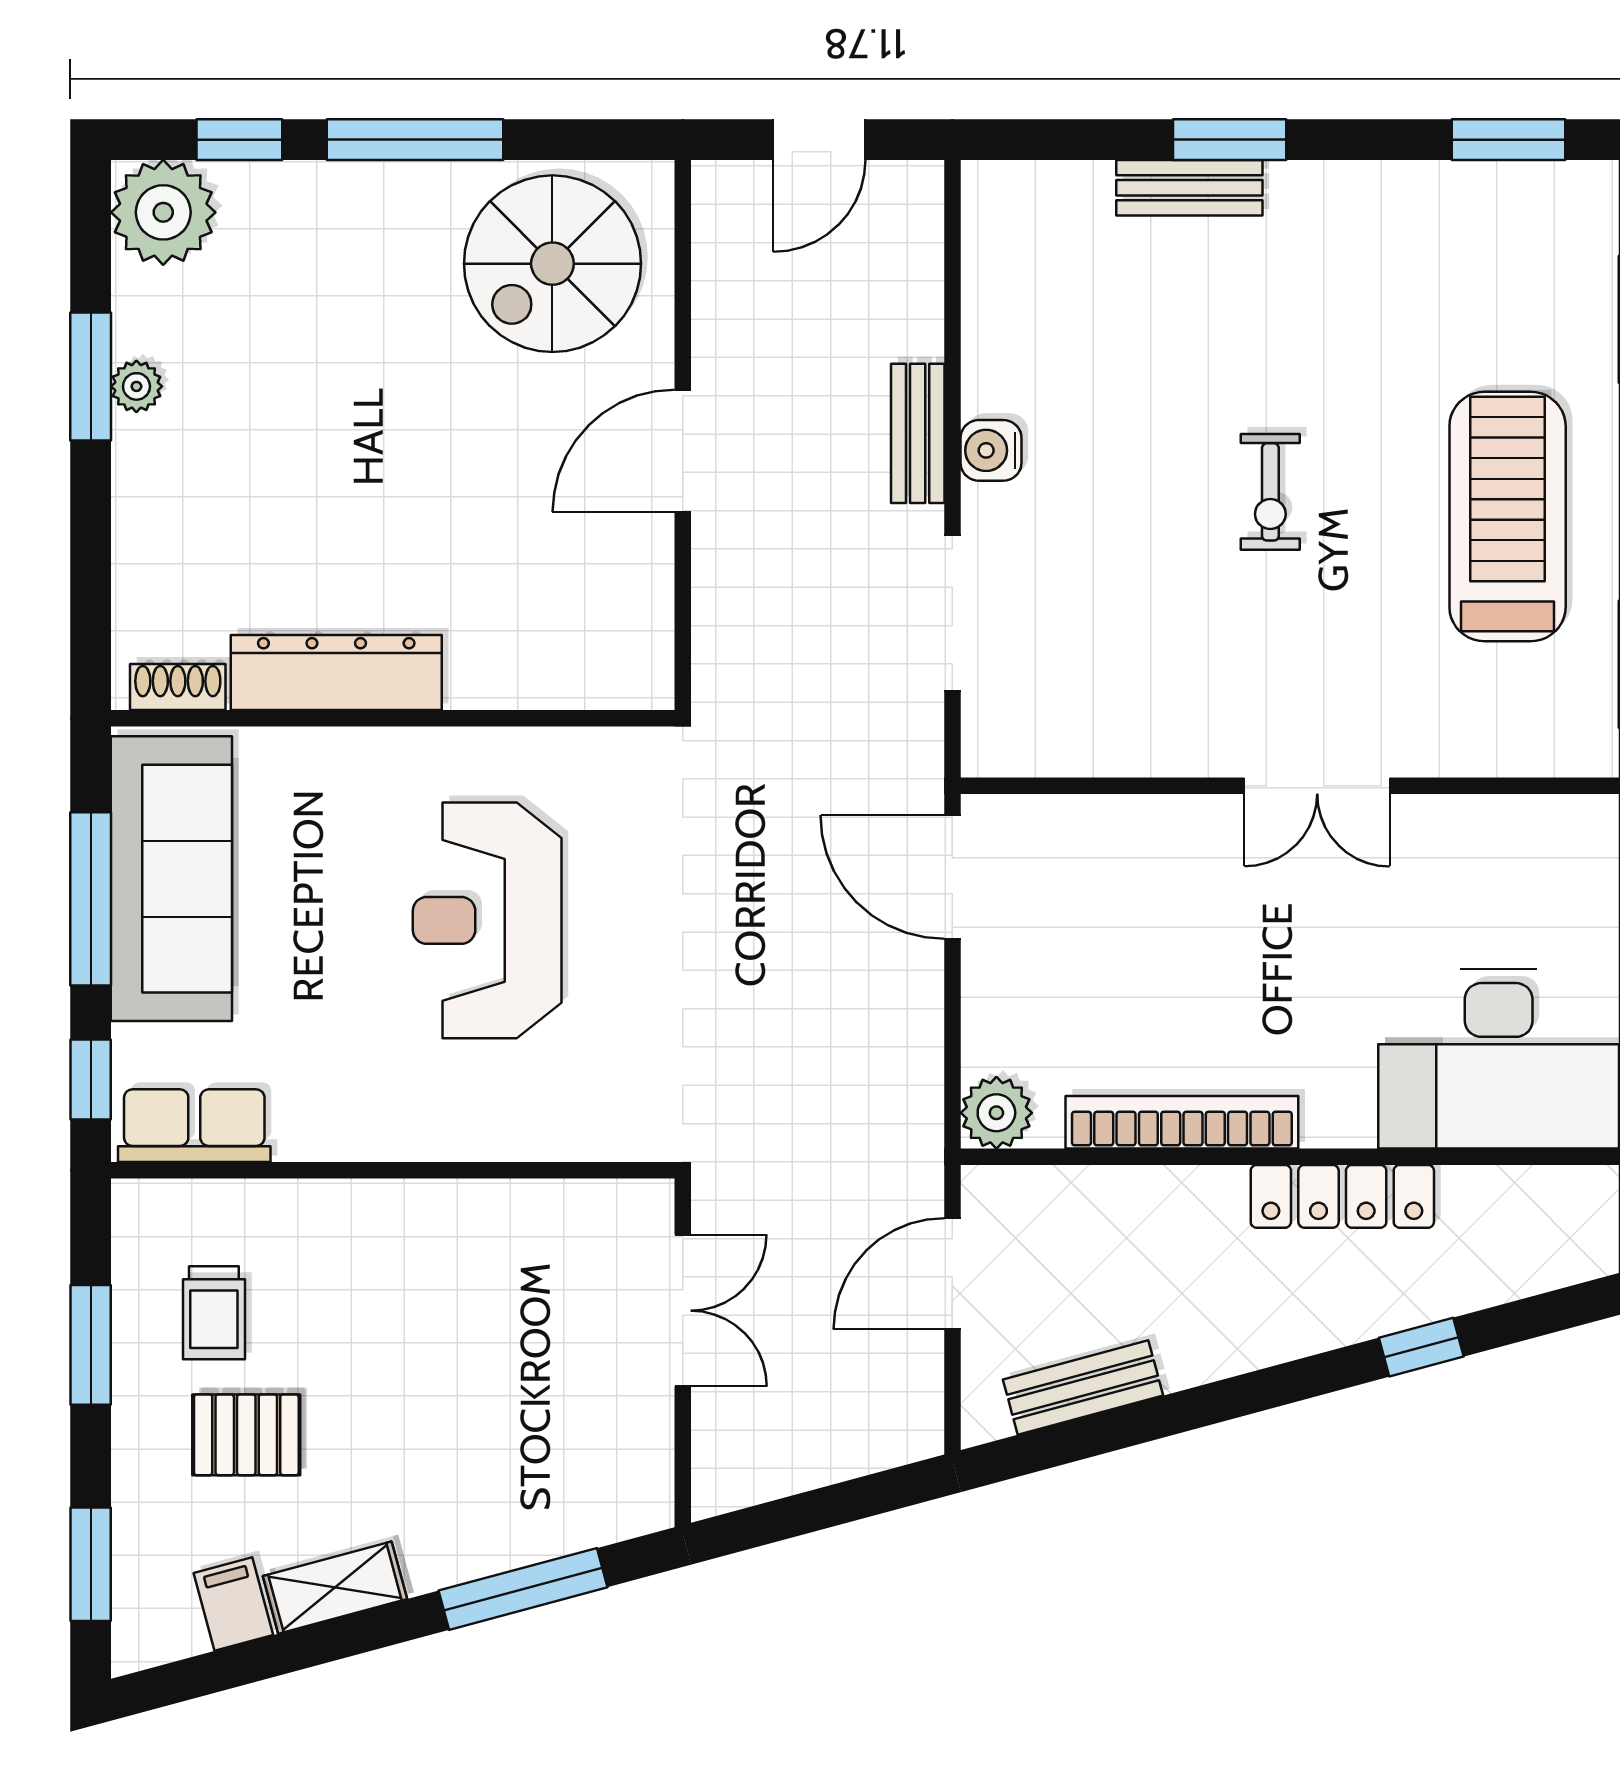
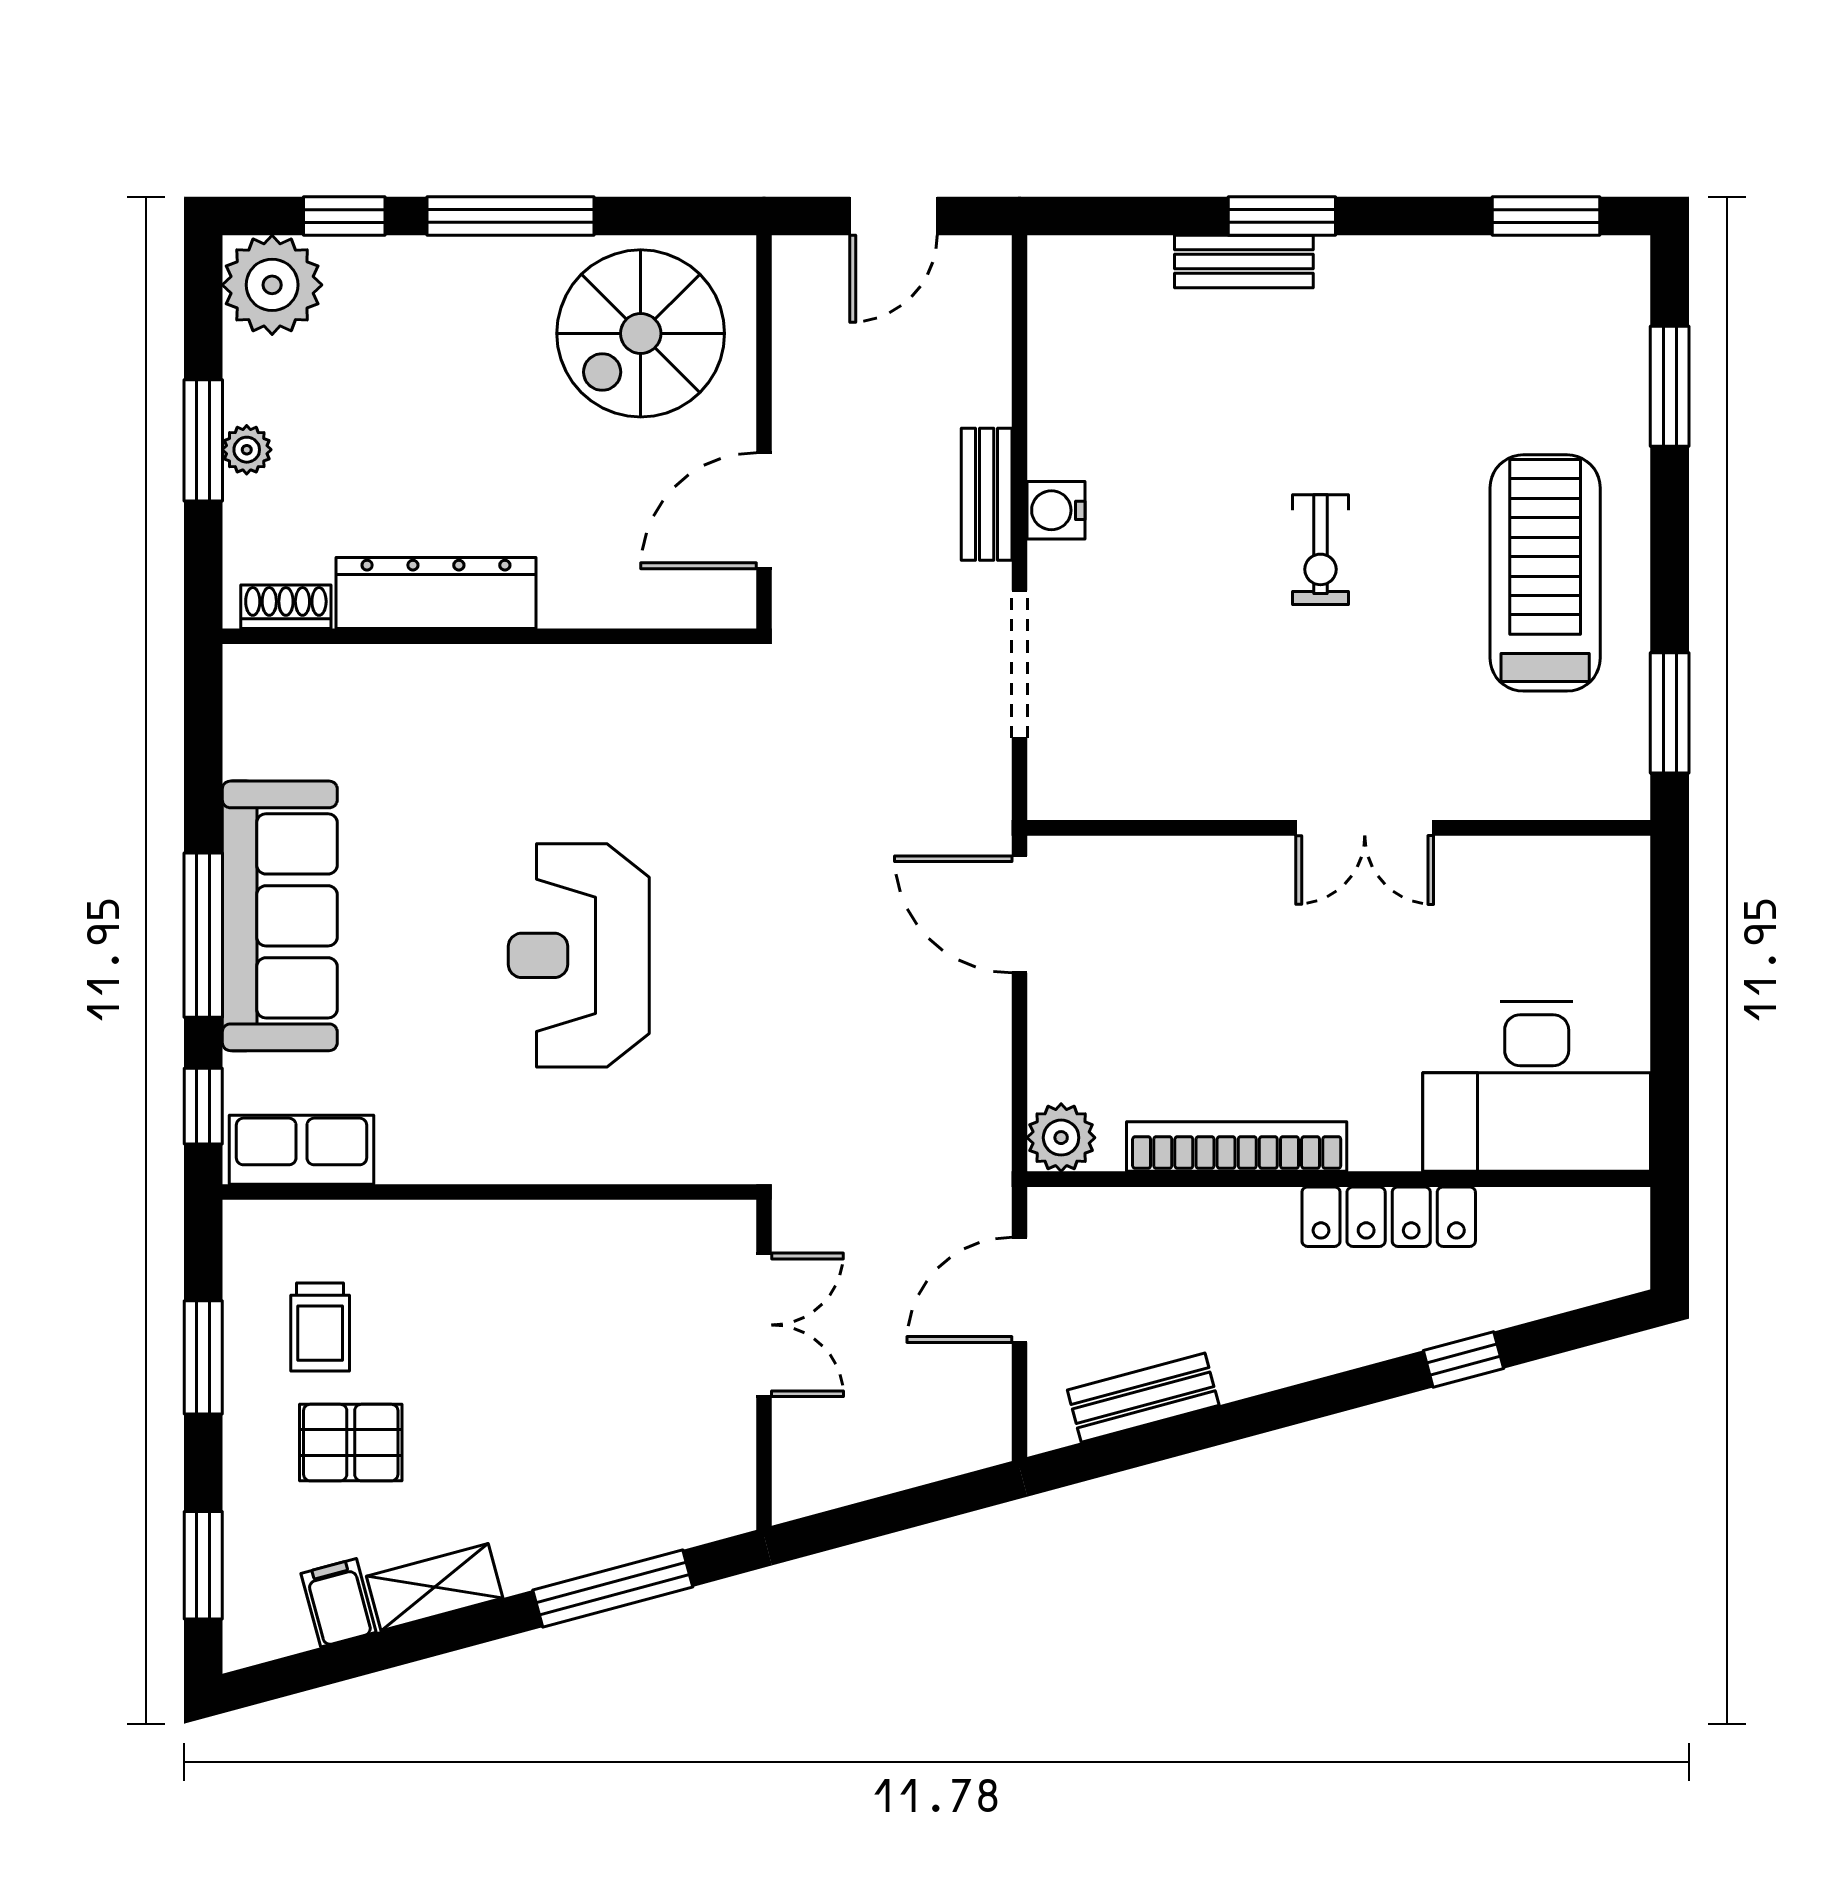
dresser: (336, 673) -> (436, 593), moved
shoe rack: (178, 687) -> (286, 607), moved
wall: (393, 718) -> (489, 636), moved

